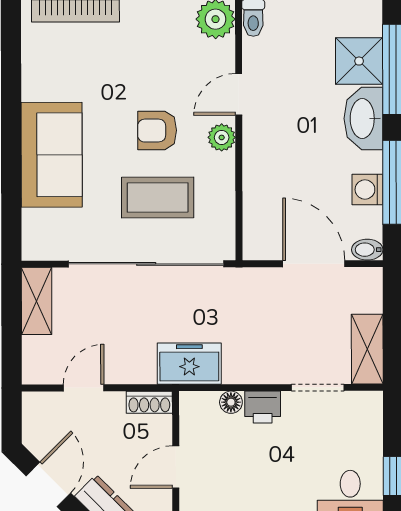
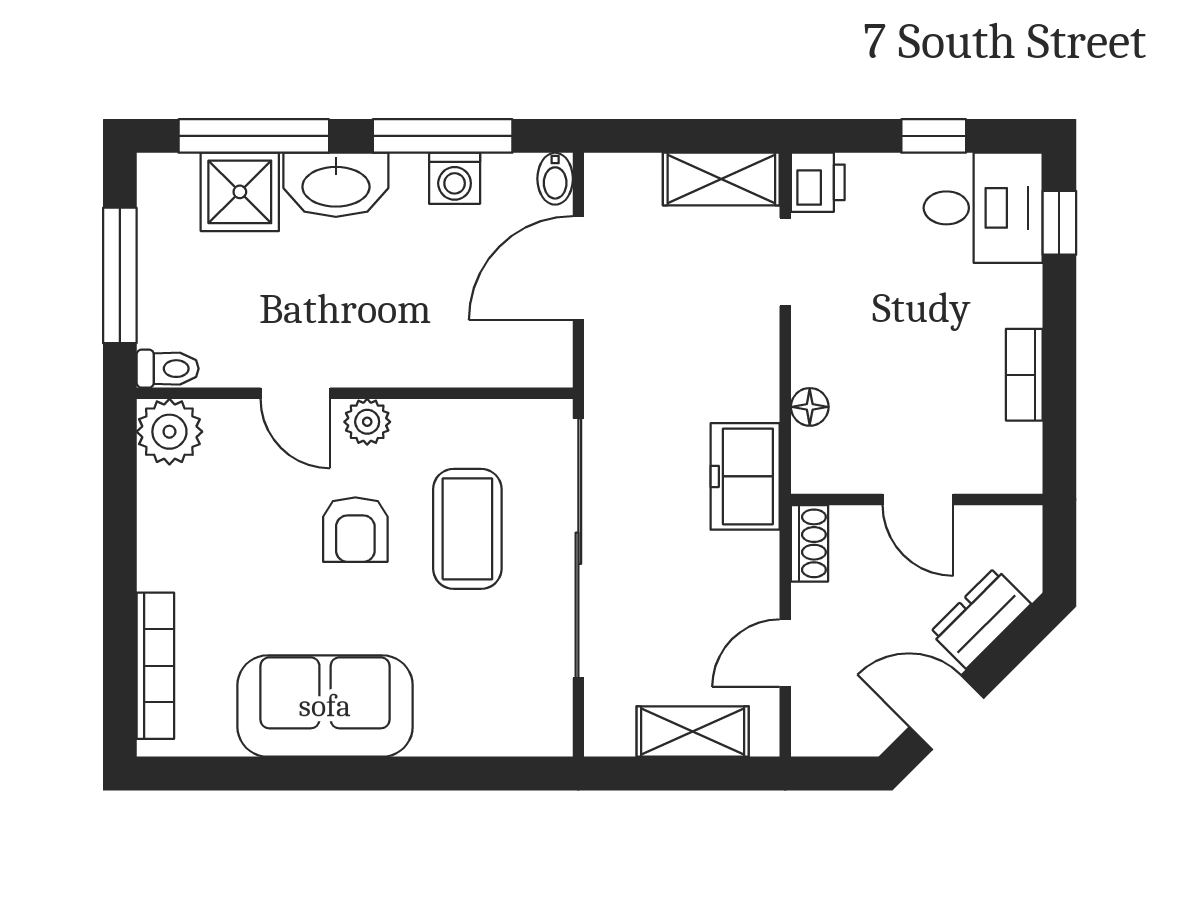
sofa: (52, 155) -> (325, 706), moved
shelving: (37, 301) -> (693, 732), moved
door: (84, 388) -> (785, 653), hinge flipped
printer: (263, 407) -> (818, 182), moved

